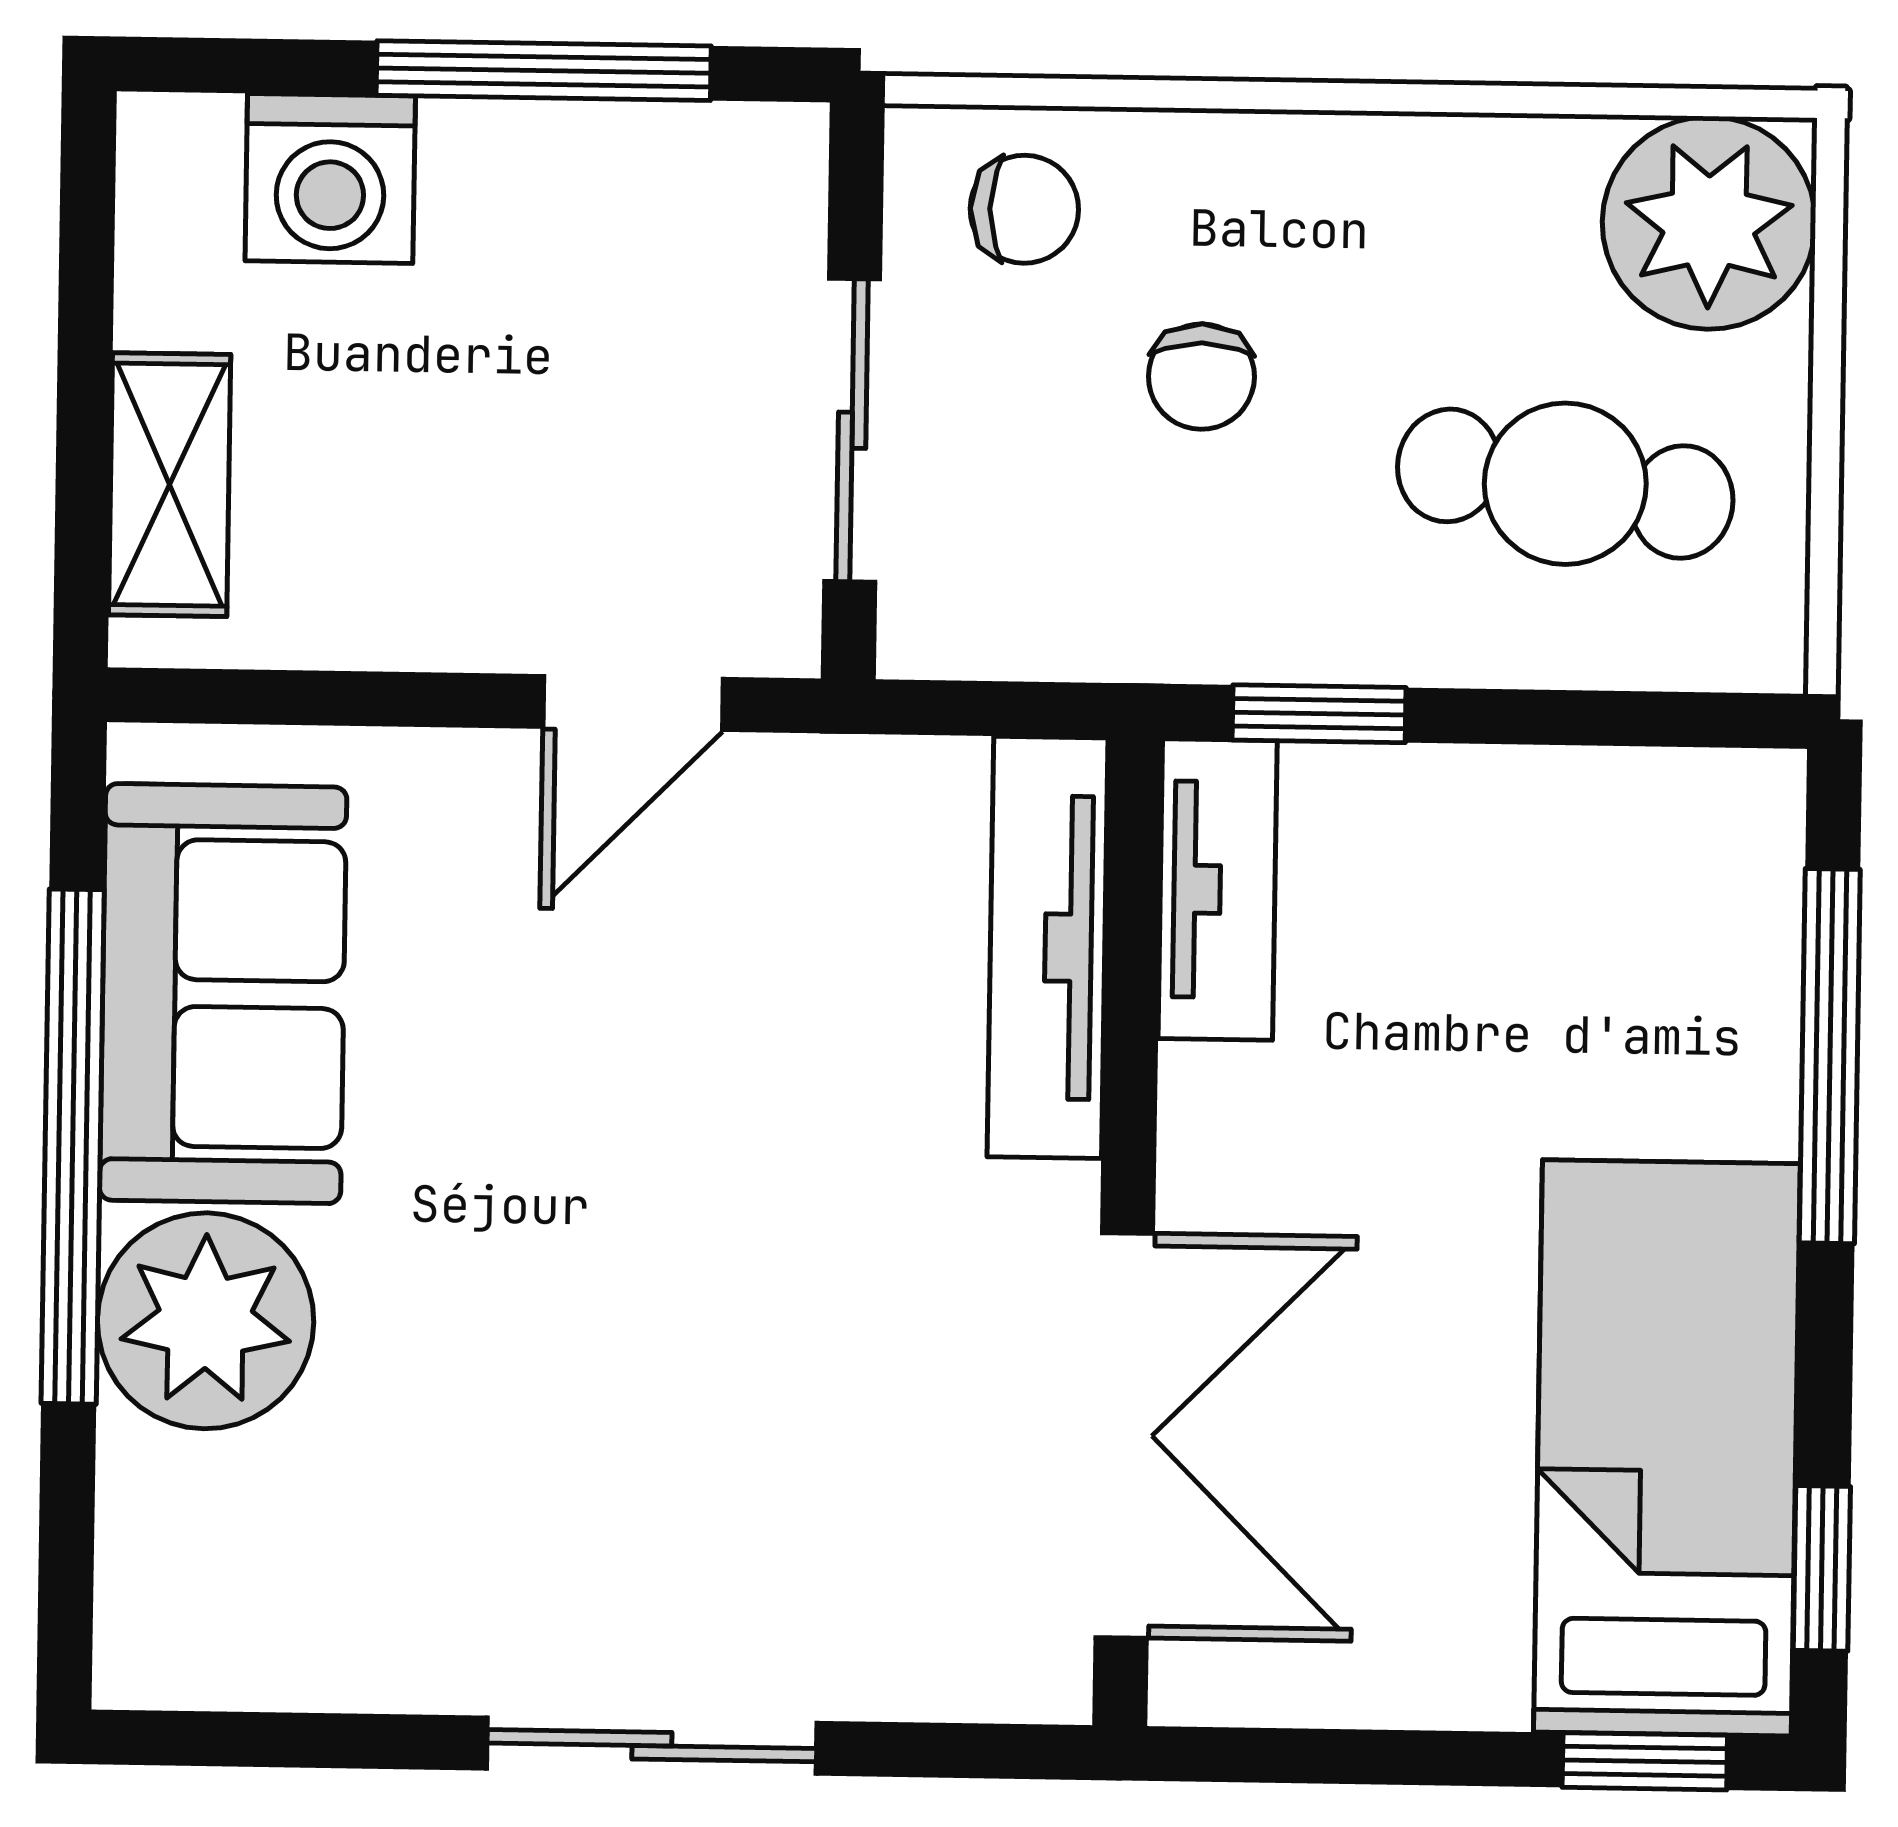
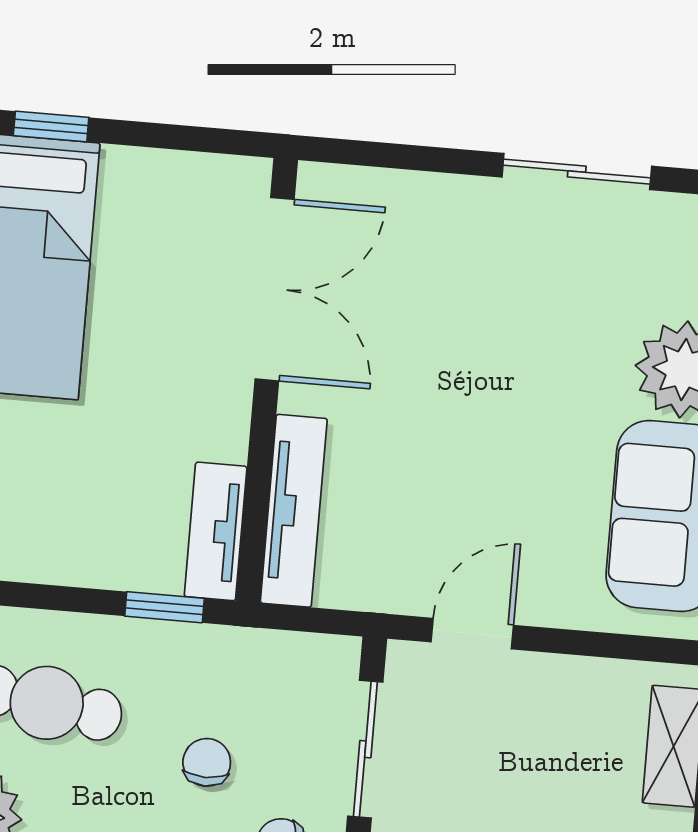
double door: (1124, 1435) -> (275, 289), swing flipped
sliding door: (652, 1746) -> (577, 172), moved

